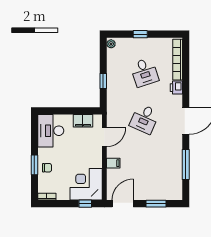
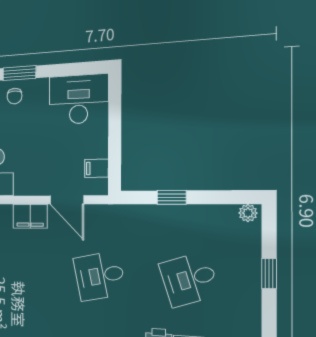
desk: (144, 119) -> (100, 276), turned -36
filing cabinet: (83, 121) -> (96, 168), width x0.50
filing cabinet: (113, 163) -> (30, 216), width x2.00

